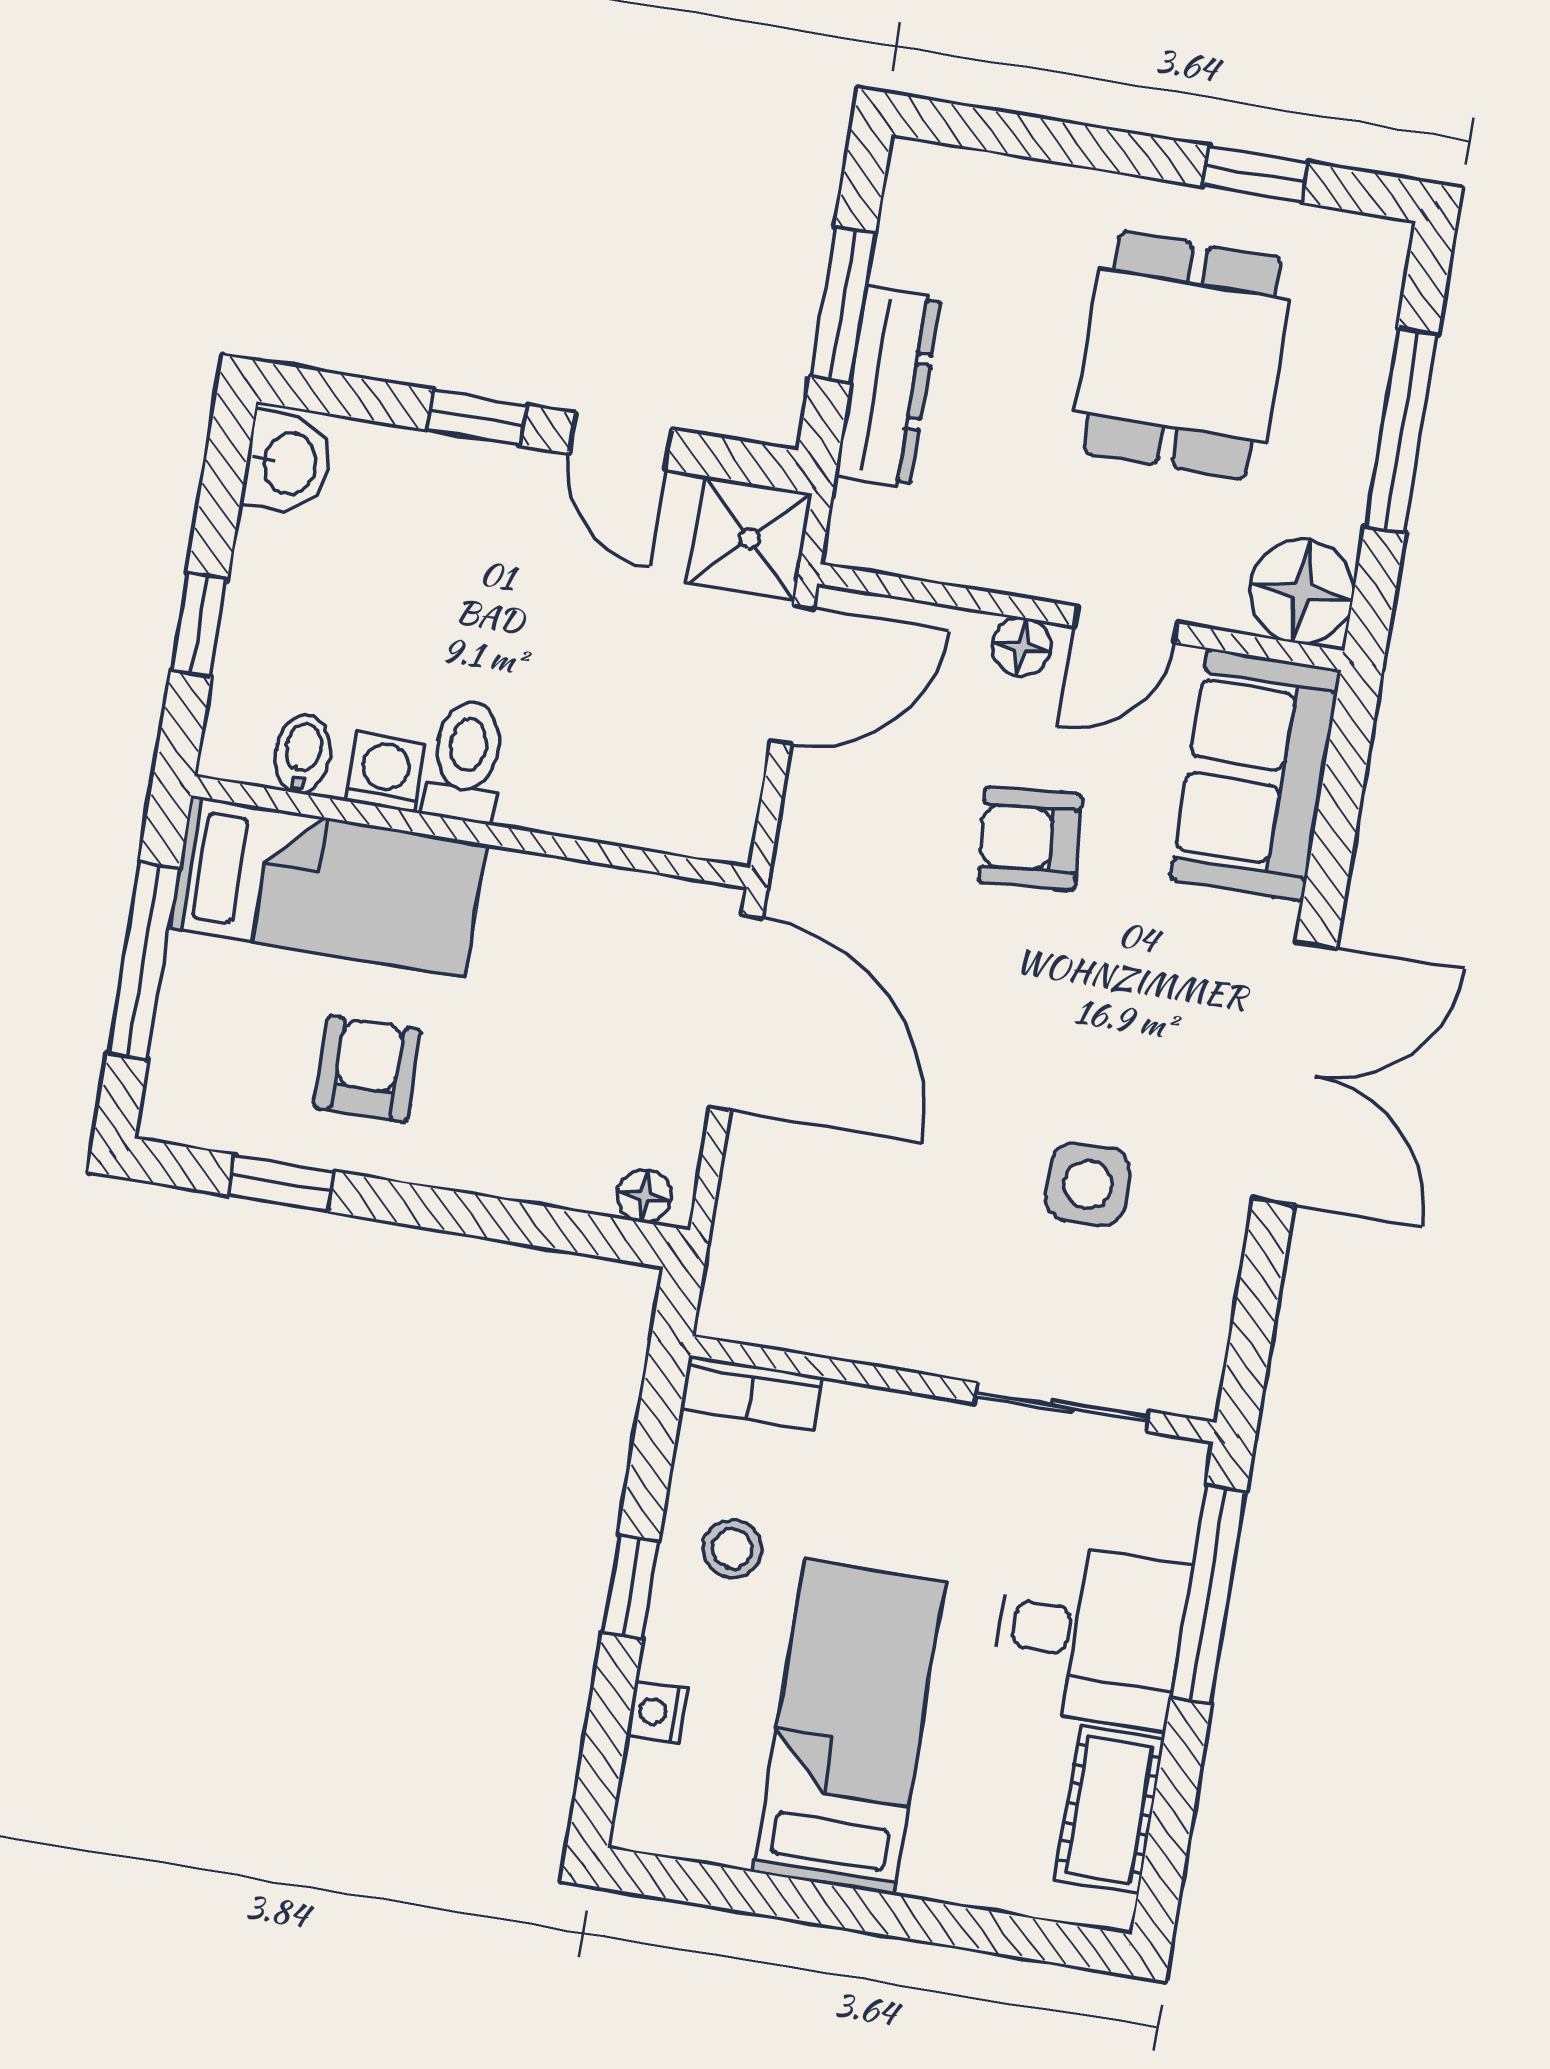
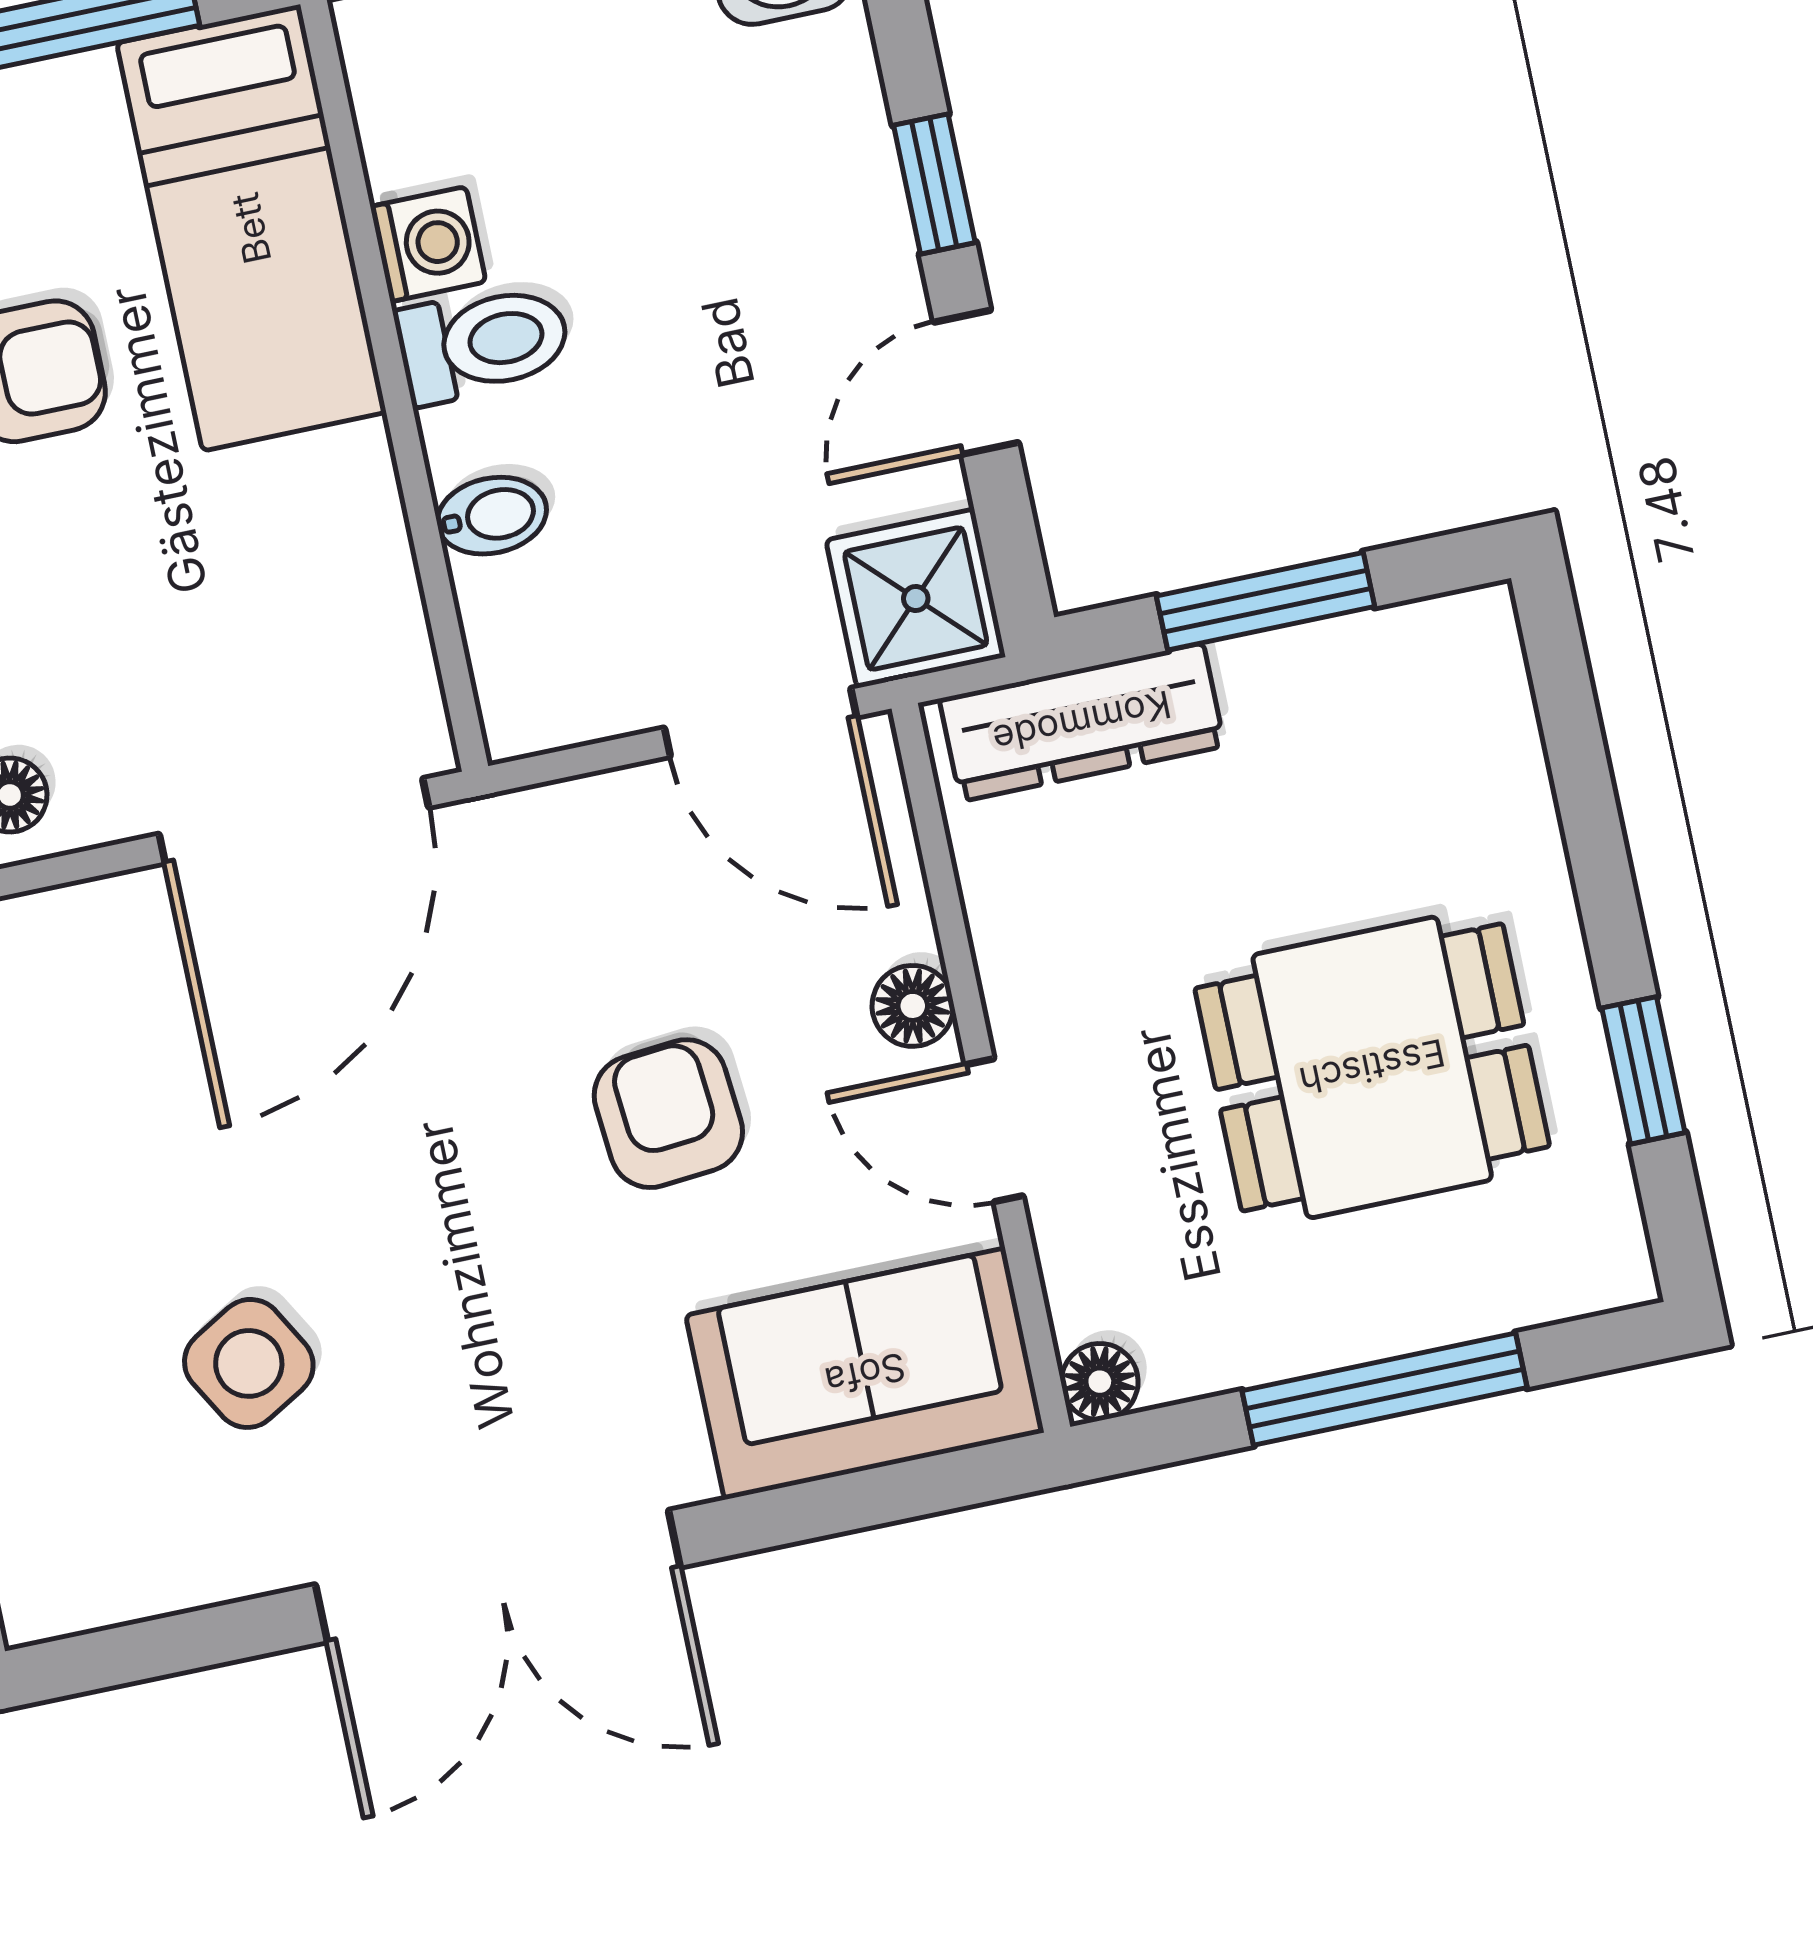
dresser: (888, 387) -> (1082, 722), moved
floor lamp: (1302, 592) -> (1100, 1382), width x0.53, depth x0.53
bidet: (303, 754) -> (492, 516), moved
side table: (1088, 1184) -> (249, 1363), turned -30

